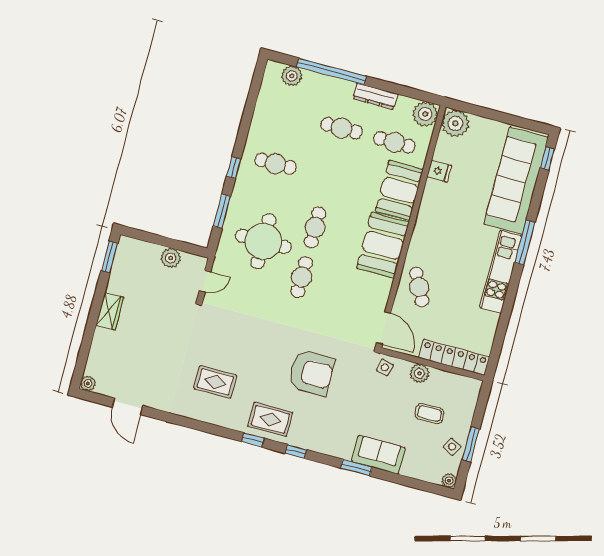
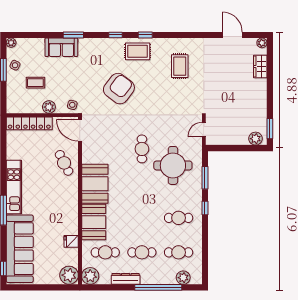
cafe table: (315, 227) -> (179, 252), moved, turned 90
plant: (171, 258) -> (256, 139), moved
wardrobe: (110, 311) -> (260, 67), moved
armchair: (312, 373) -> (119, 89), turned 127
rug: (215, 382) -> (180, 66), turned 90

